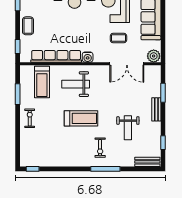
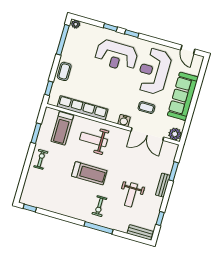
water cooler: (88, 57) -> (124, 121), moved

